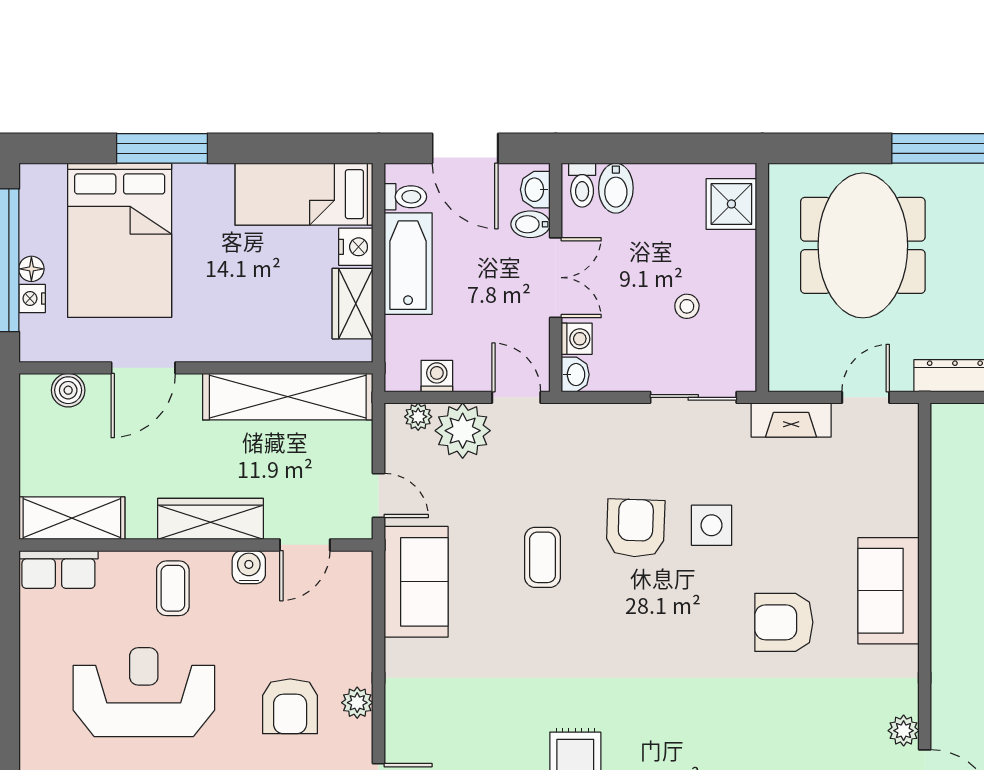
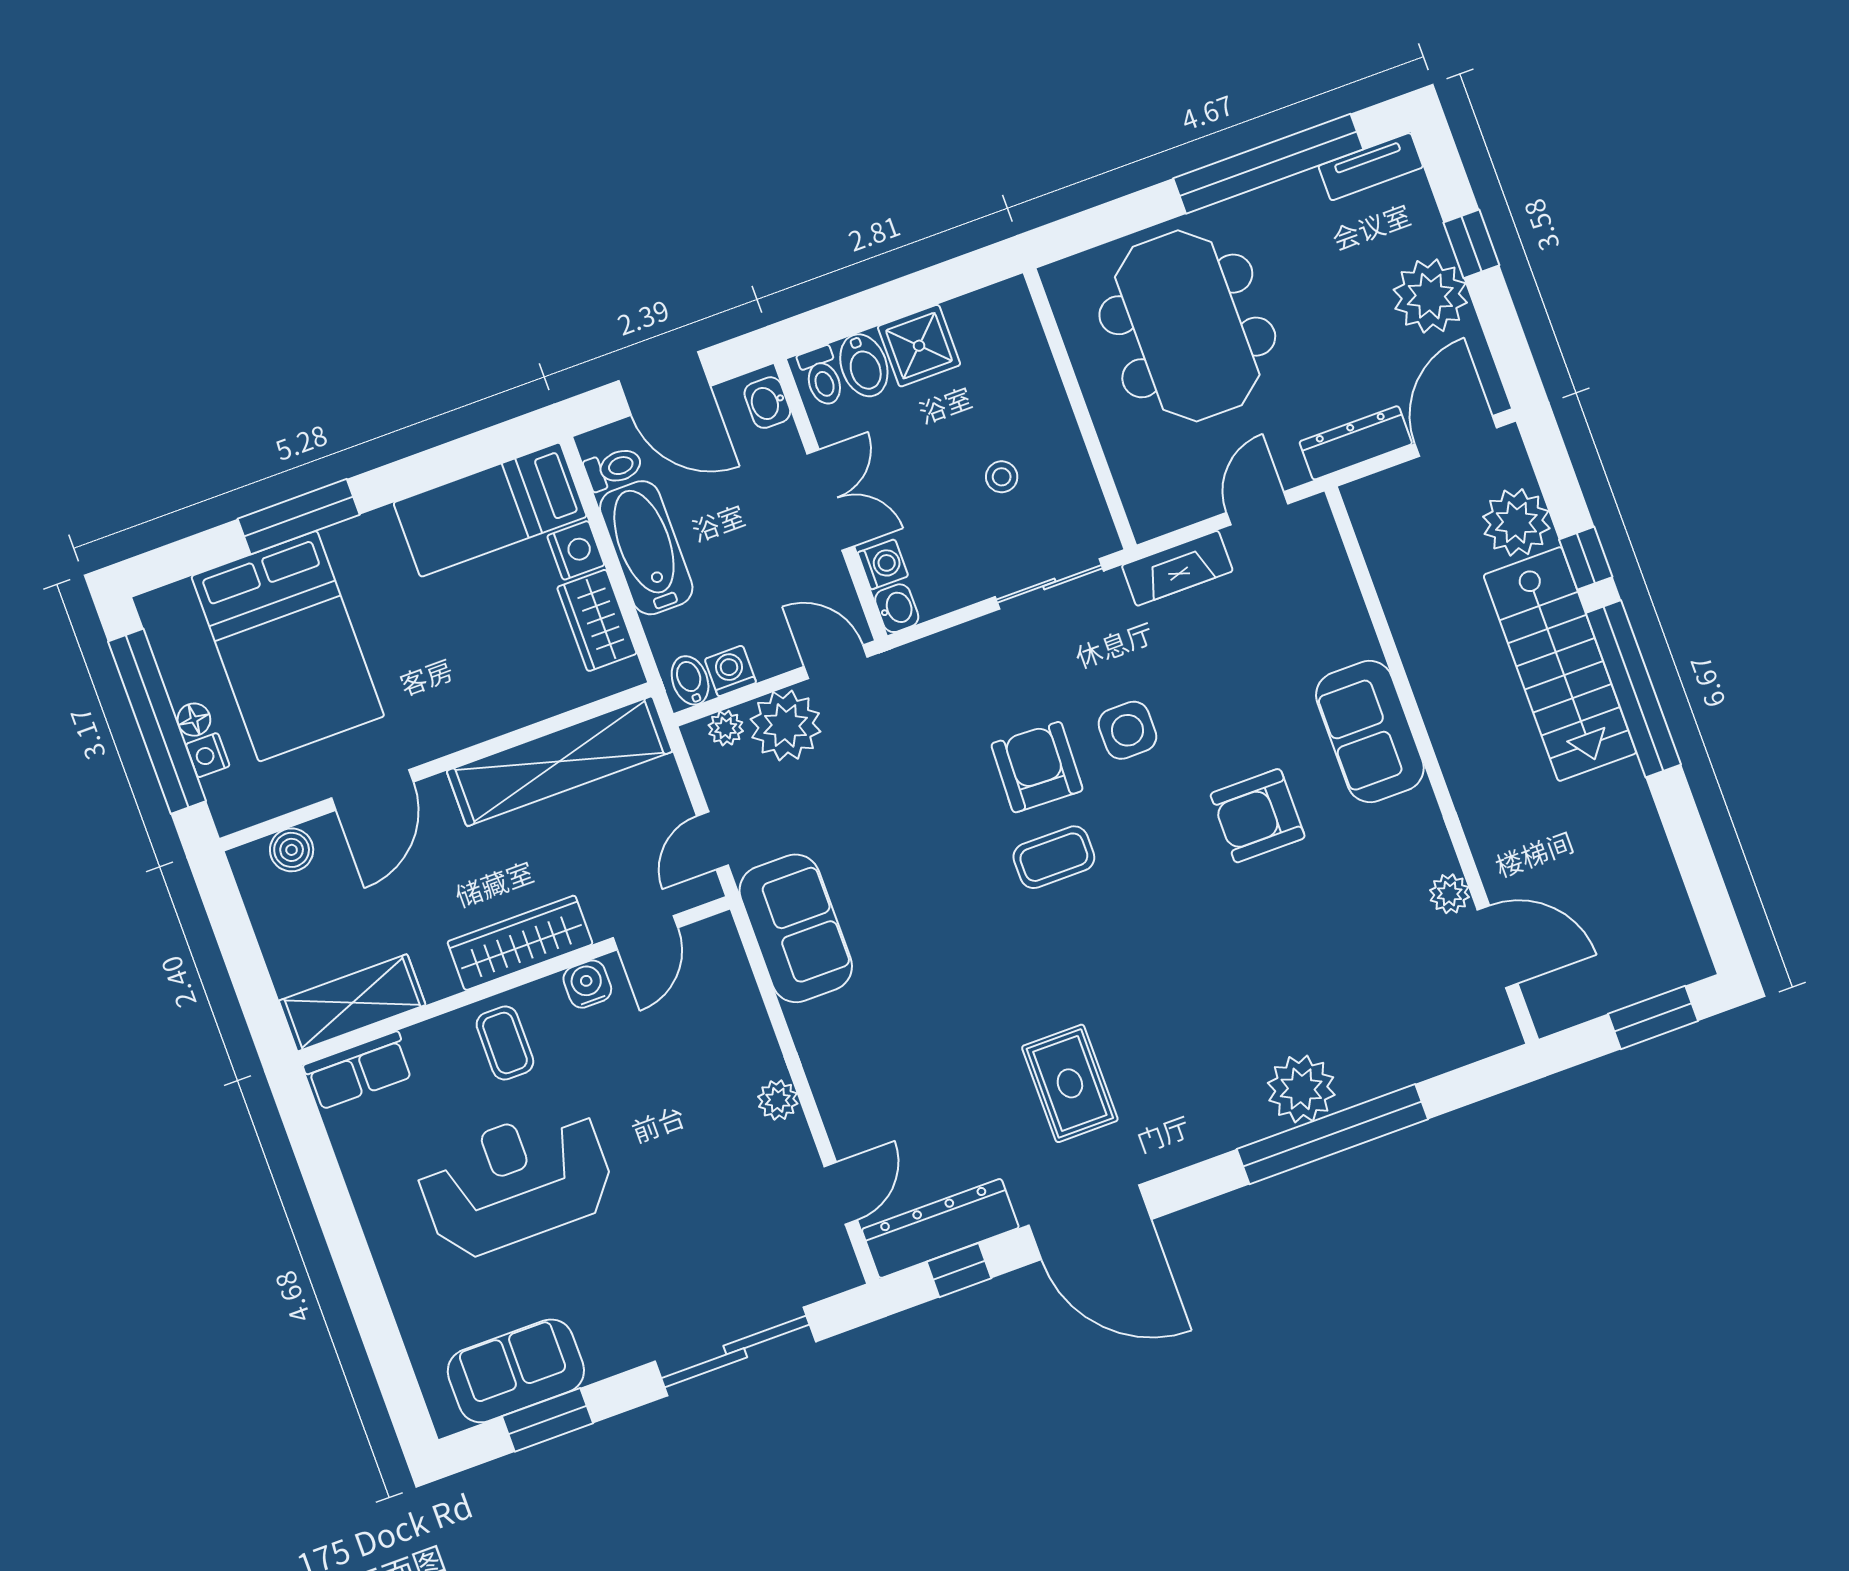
shower: (731, 204) -> (919, 346), moved
bidet: (531, 224) -> (690, 680), moved, turned 90
door: (379, 496) -> (712, 841), swing flipped
coffee table: (542, 557) -> (1054, 857), moved, turned 90
armchair: (290, 706) -> (698, 1134), removed

